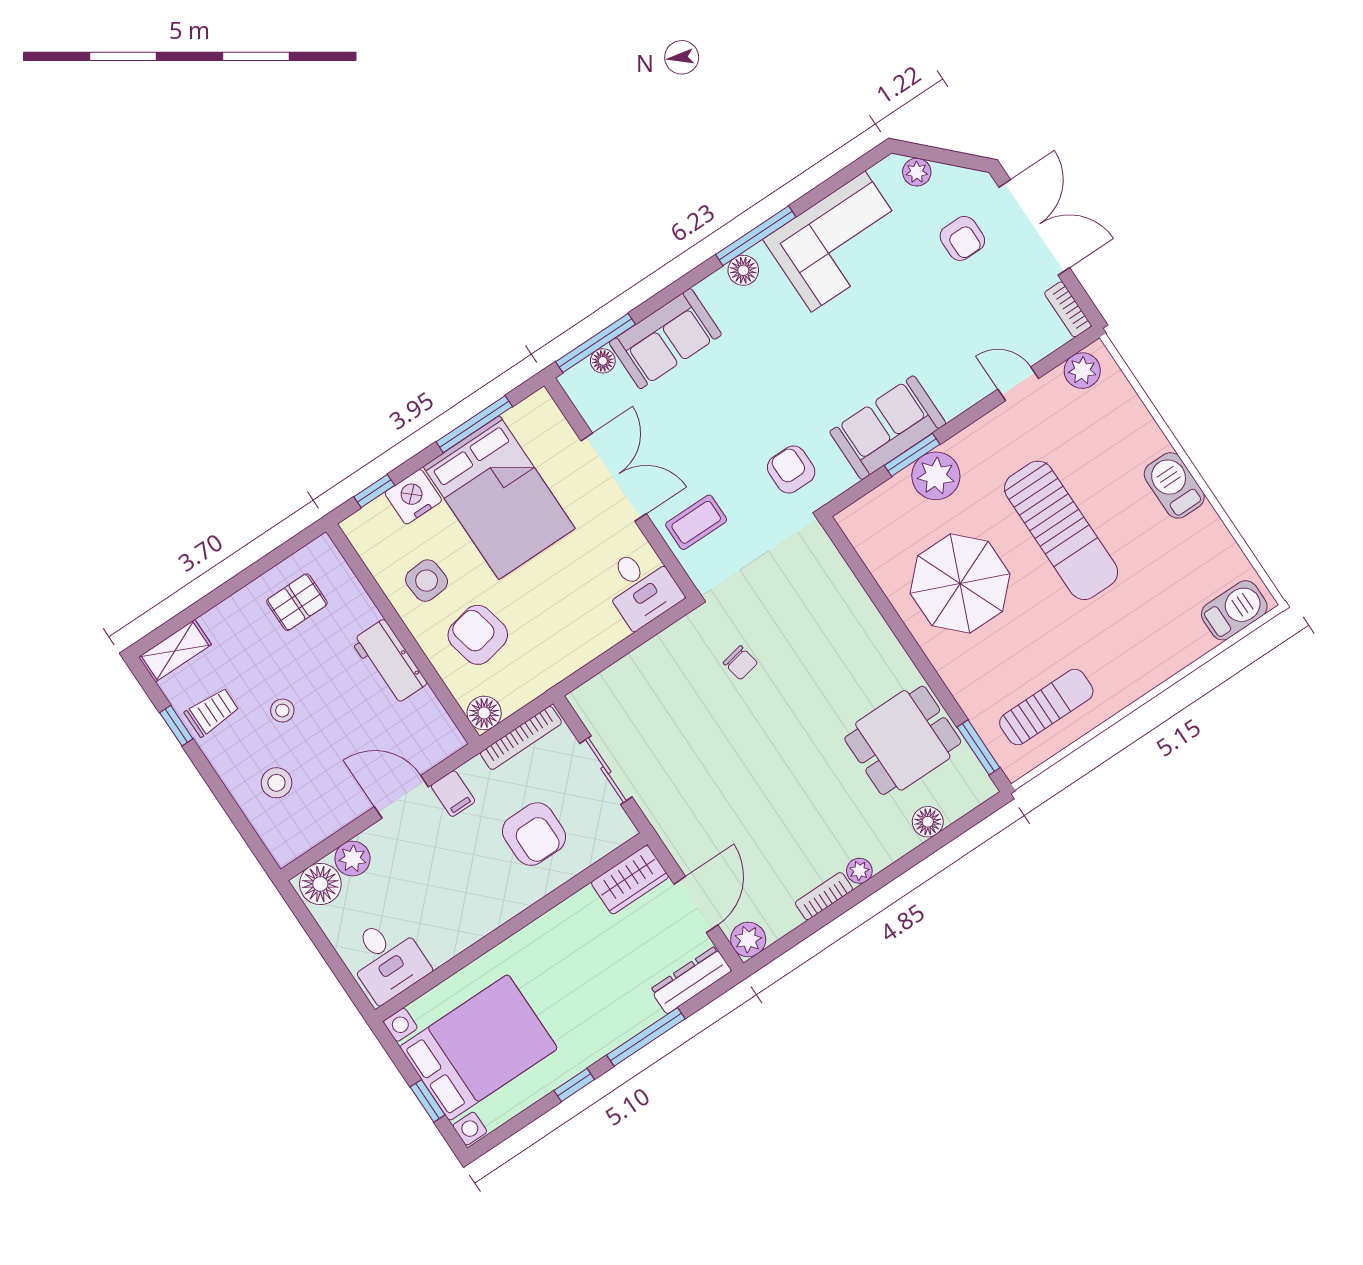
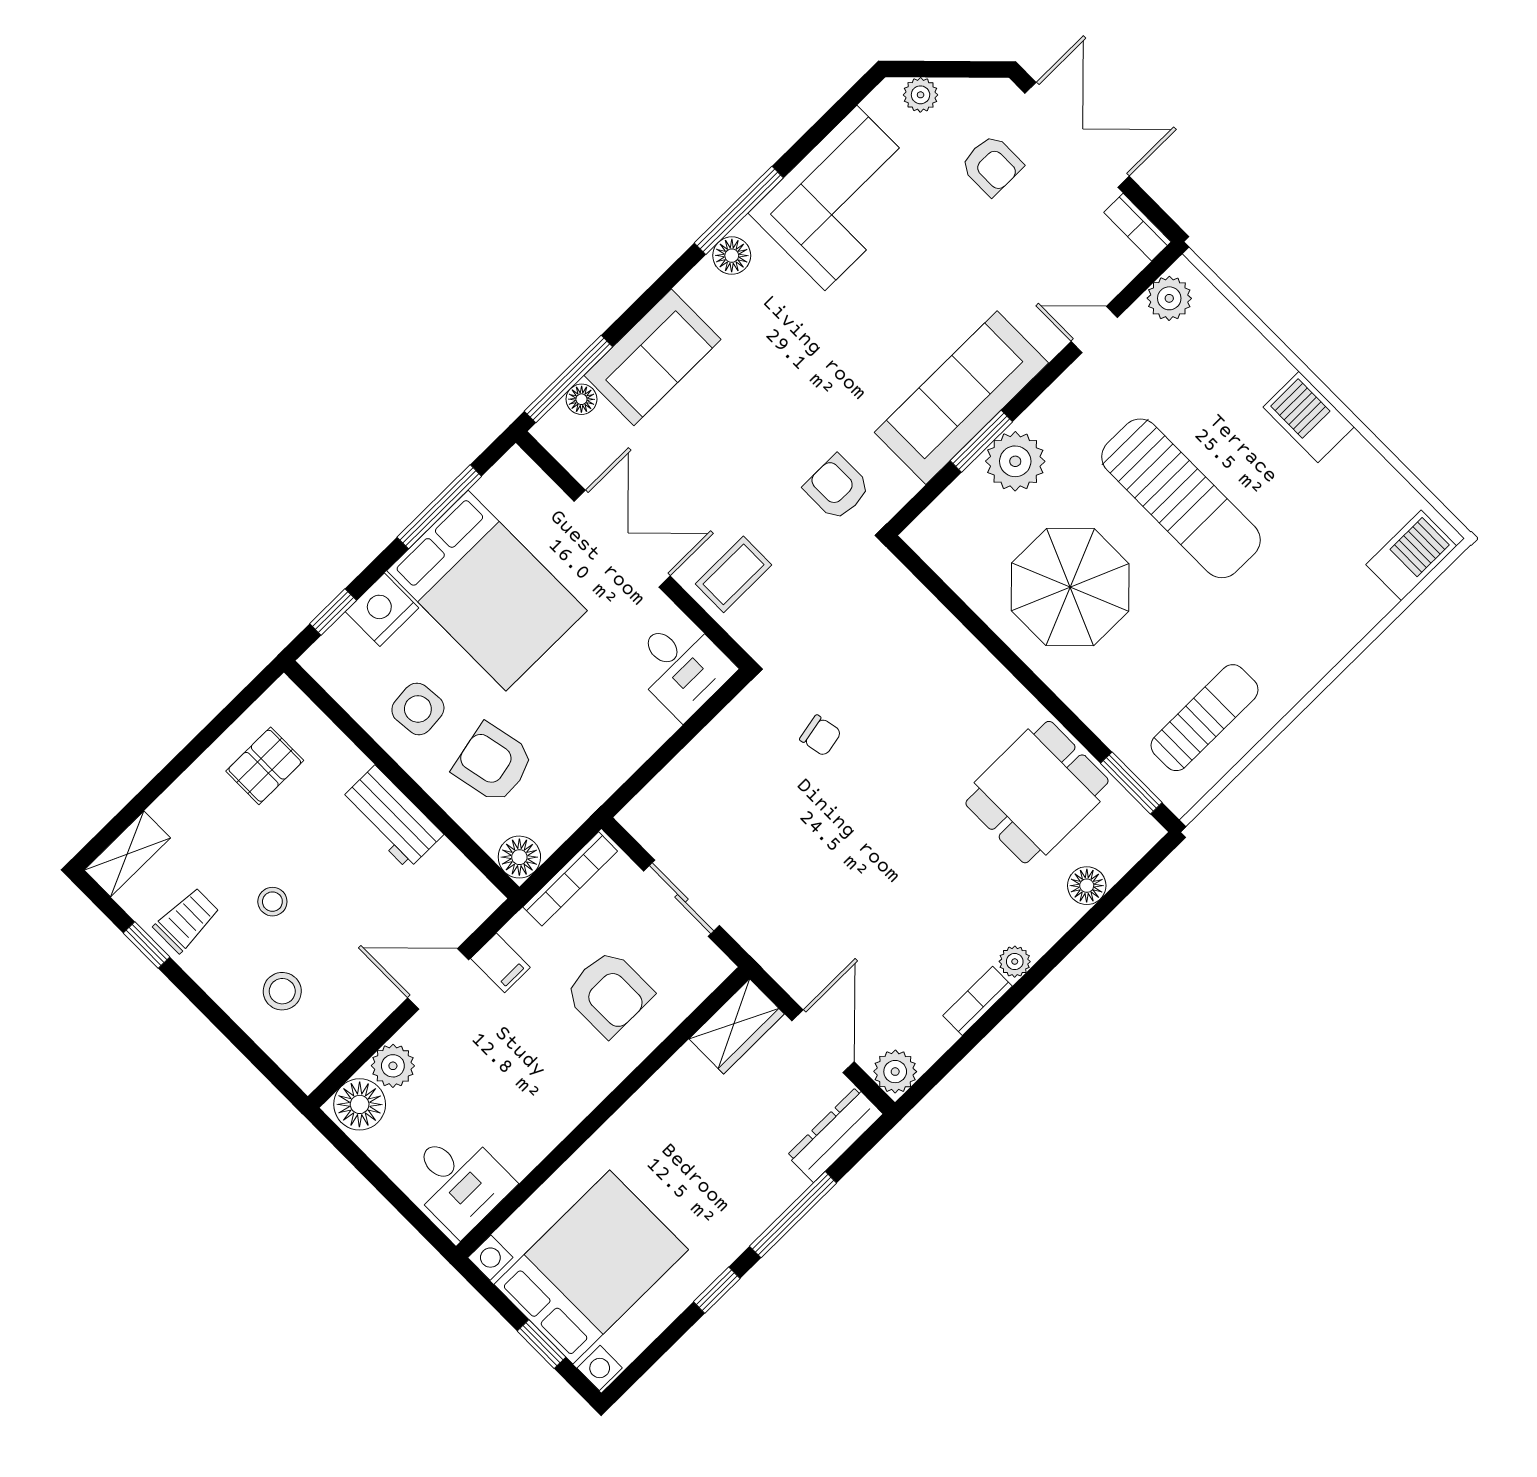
sofa: (888, 428) -> (961, 398), width x1.36

